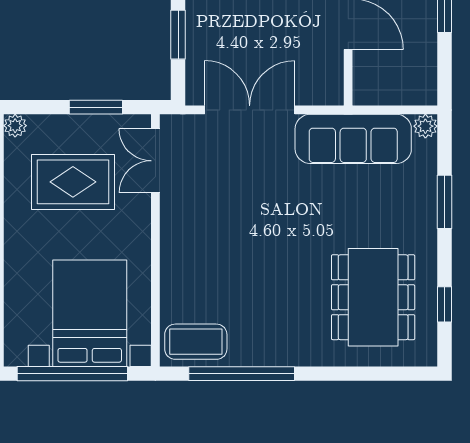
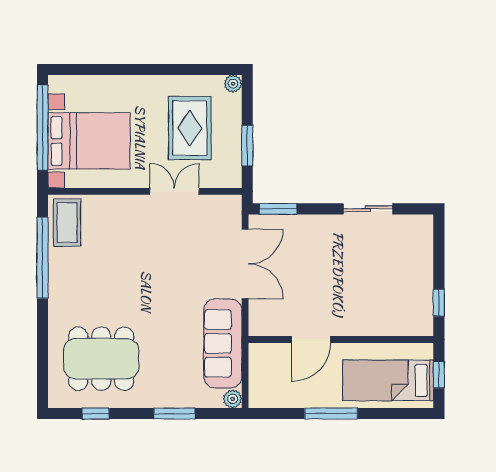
window: (178, 35) -> (278, 209), moved
double door: (155, 161) -> (174, 191), moved

